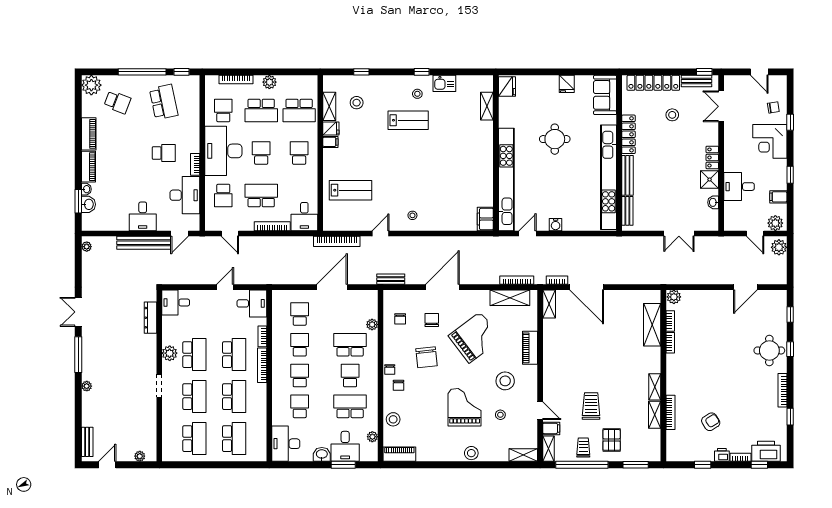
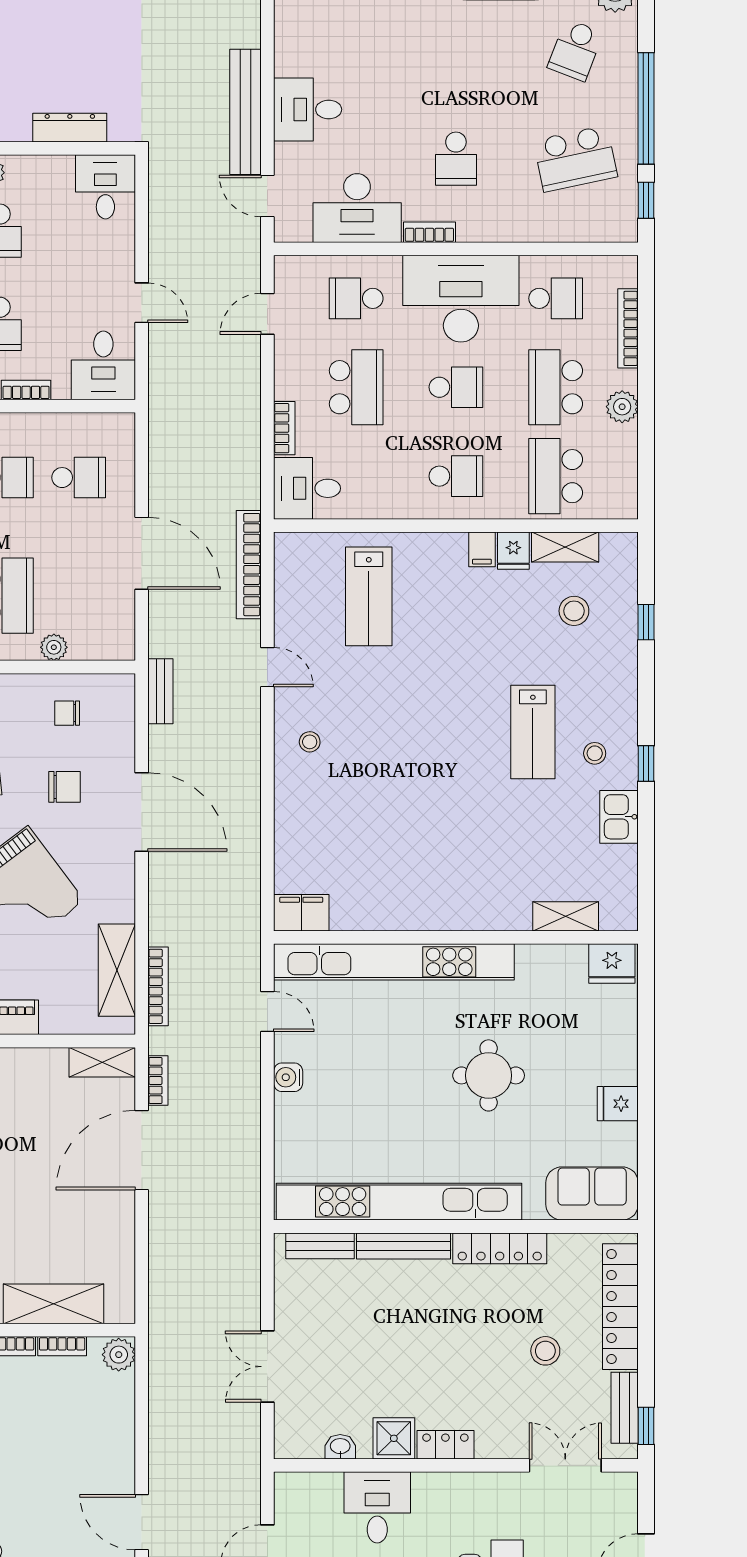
bookcase: (272, 226) -> (284, 428), width x0.64

